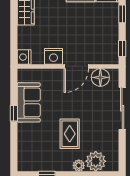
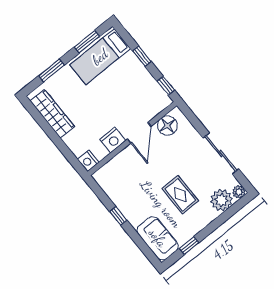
sofa: (29, 102) -> (158, 238), moved
sliding door: (122, 108) -> (221, 153), moved
plant: (79, 165) -> (239, 192), moved

